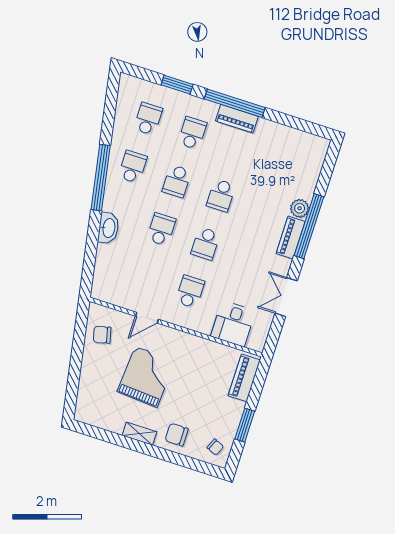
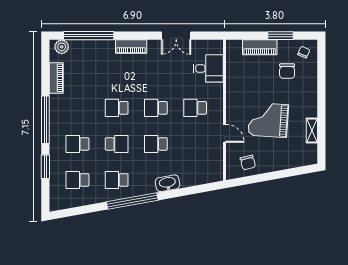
piano: (237, 119) -> (56, 78), moved
school desk: (221, 195) -> (117, 108), turned 180
plant: (300, 208) -> (62, 47), moved
window: (309, 226) -> (89, 36), moved
school desk: (205, 244) -> (156, 108), turned 180
piano: (244, 378) -> (260, 47), moved
shelving: (139, 434) -> (312, 131), moved
chair: (177, 435) -> (287, 71), moved

